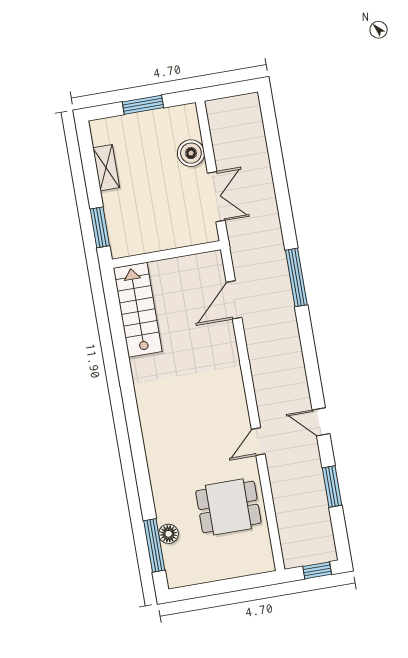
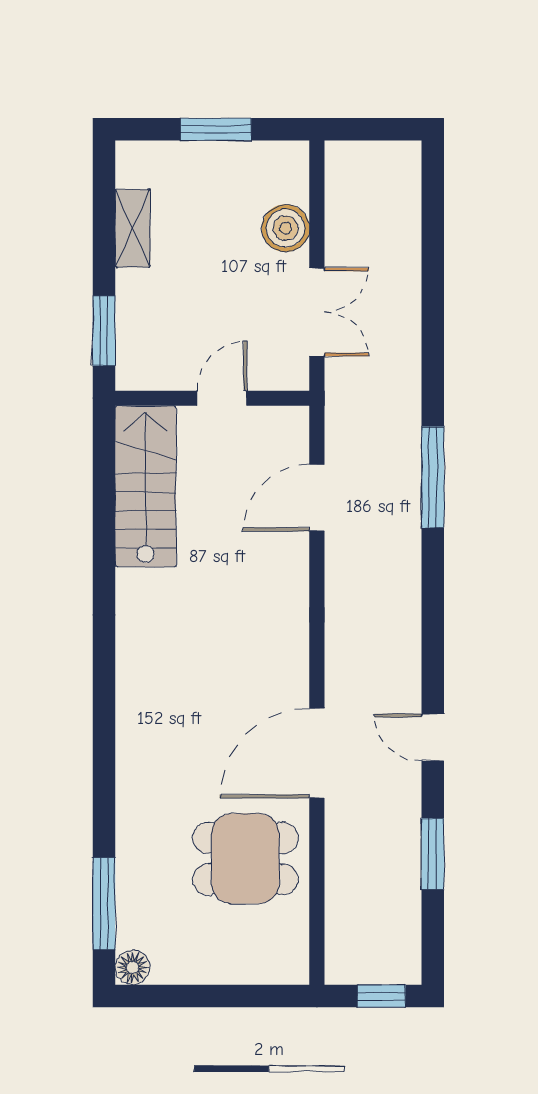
door: (172, 254) -> (222, 398), added
door: (258, 442) -> (317, 753), width x1.88
floor lamp: (169, 534) -> (132, 967), moved

